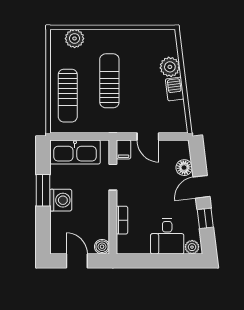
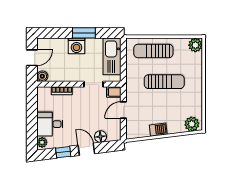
plant: (75, 38) -> (195, 45), moved
plant: (170, 67) -> (192, 124), moved

